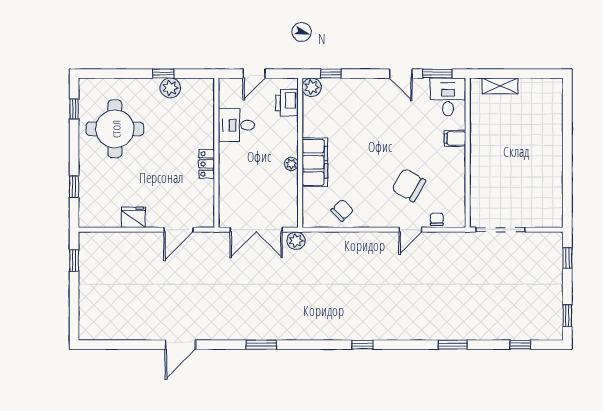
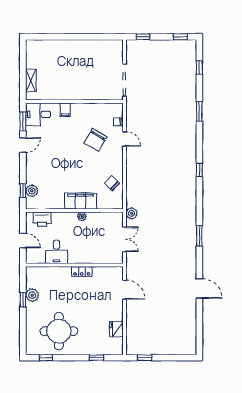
plant: (312, 87) -> (32, 191), moved
fridge: (133, 217) -> (116, 329), moved
double door: (256, 230) -> (124, 239), width x0.73

